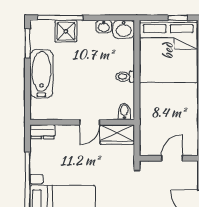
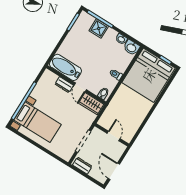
bathtub: (41, 74) -> (65, 67), moved, turned -90
door: (90, 122) -> (80, 87), hinge flipped
dresser: (42, 132) -> (64, 85), moved
door: (172, 158) -> (114, 136), hinge flipped

